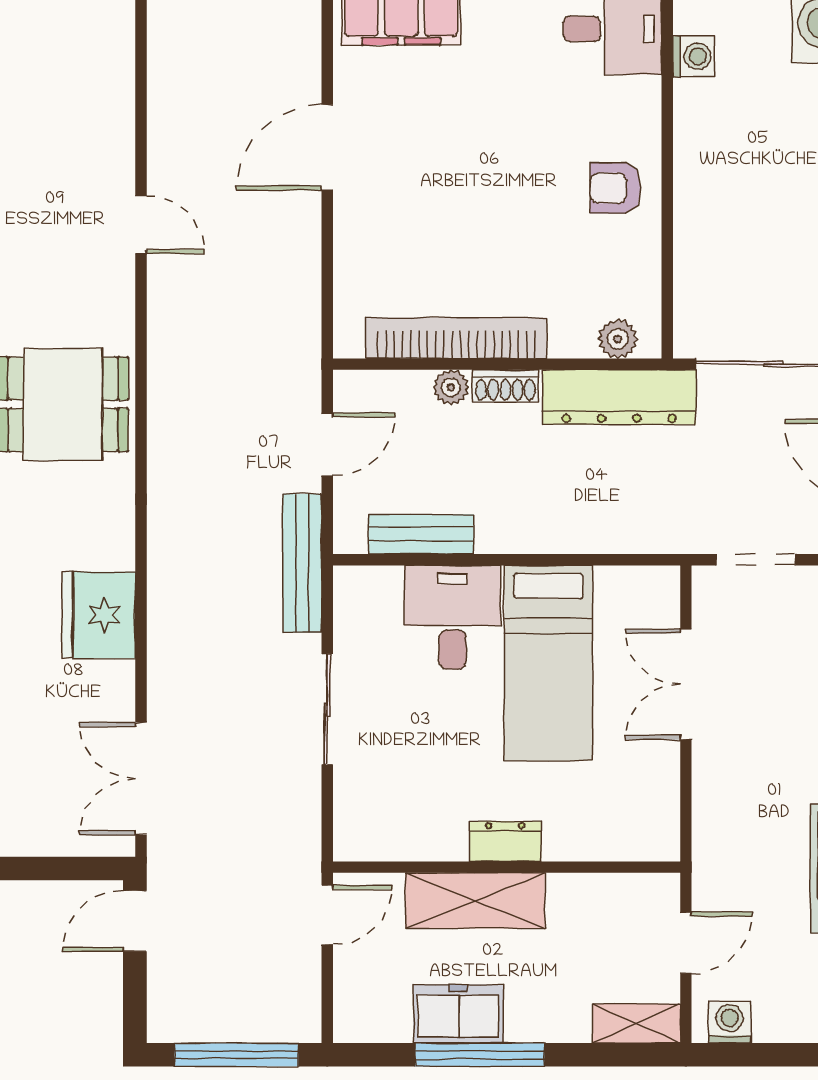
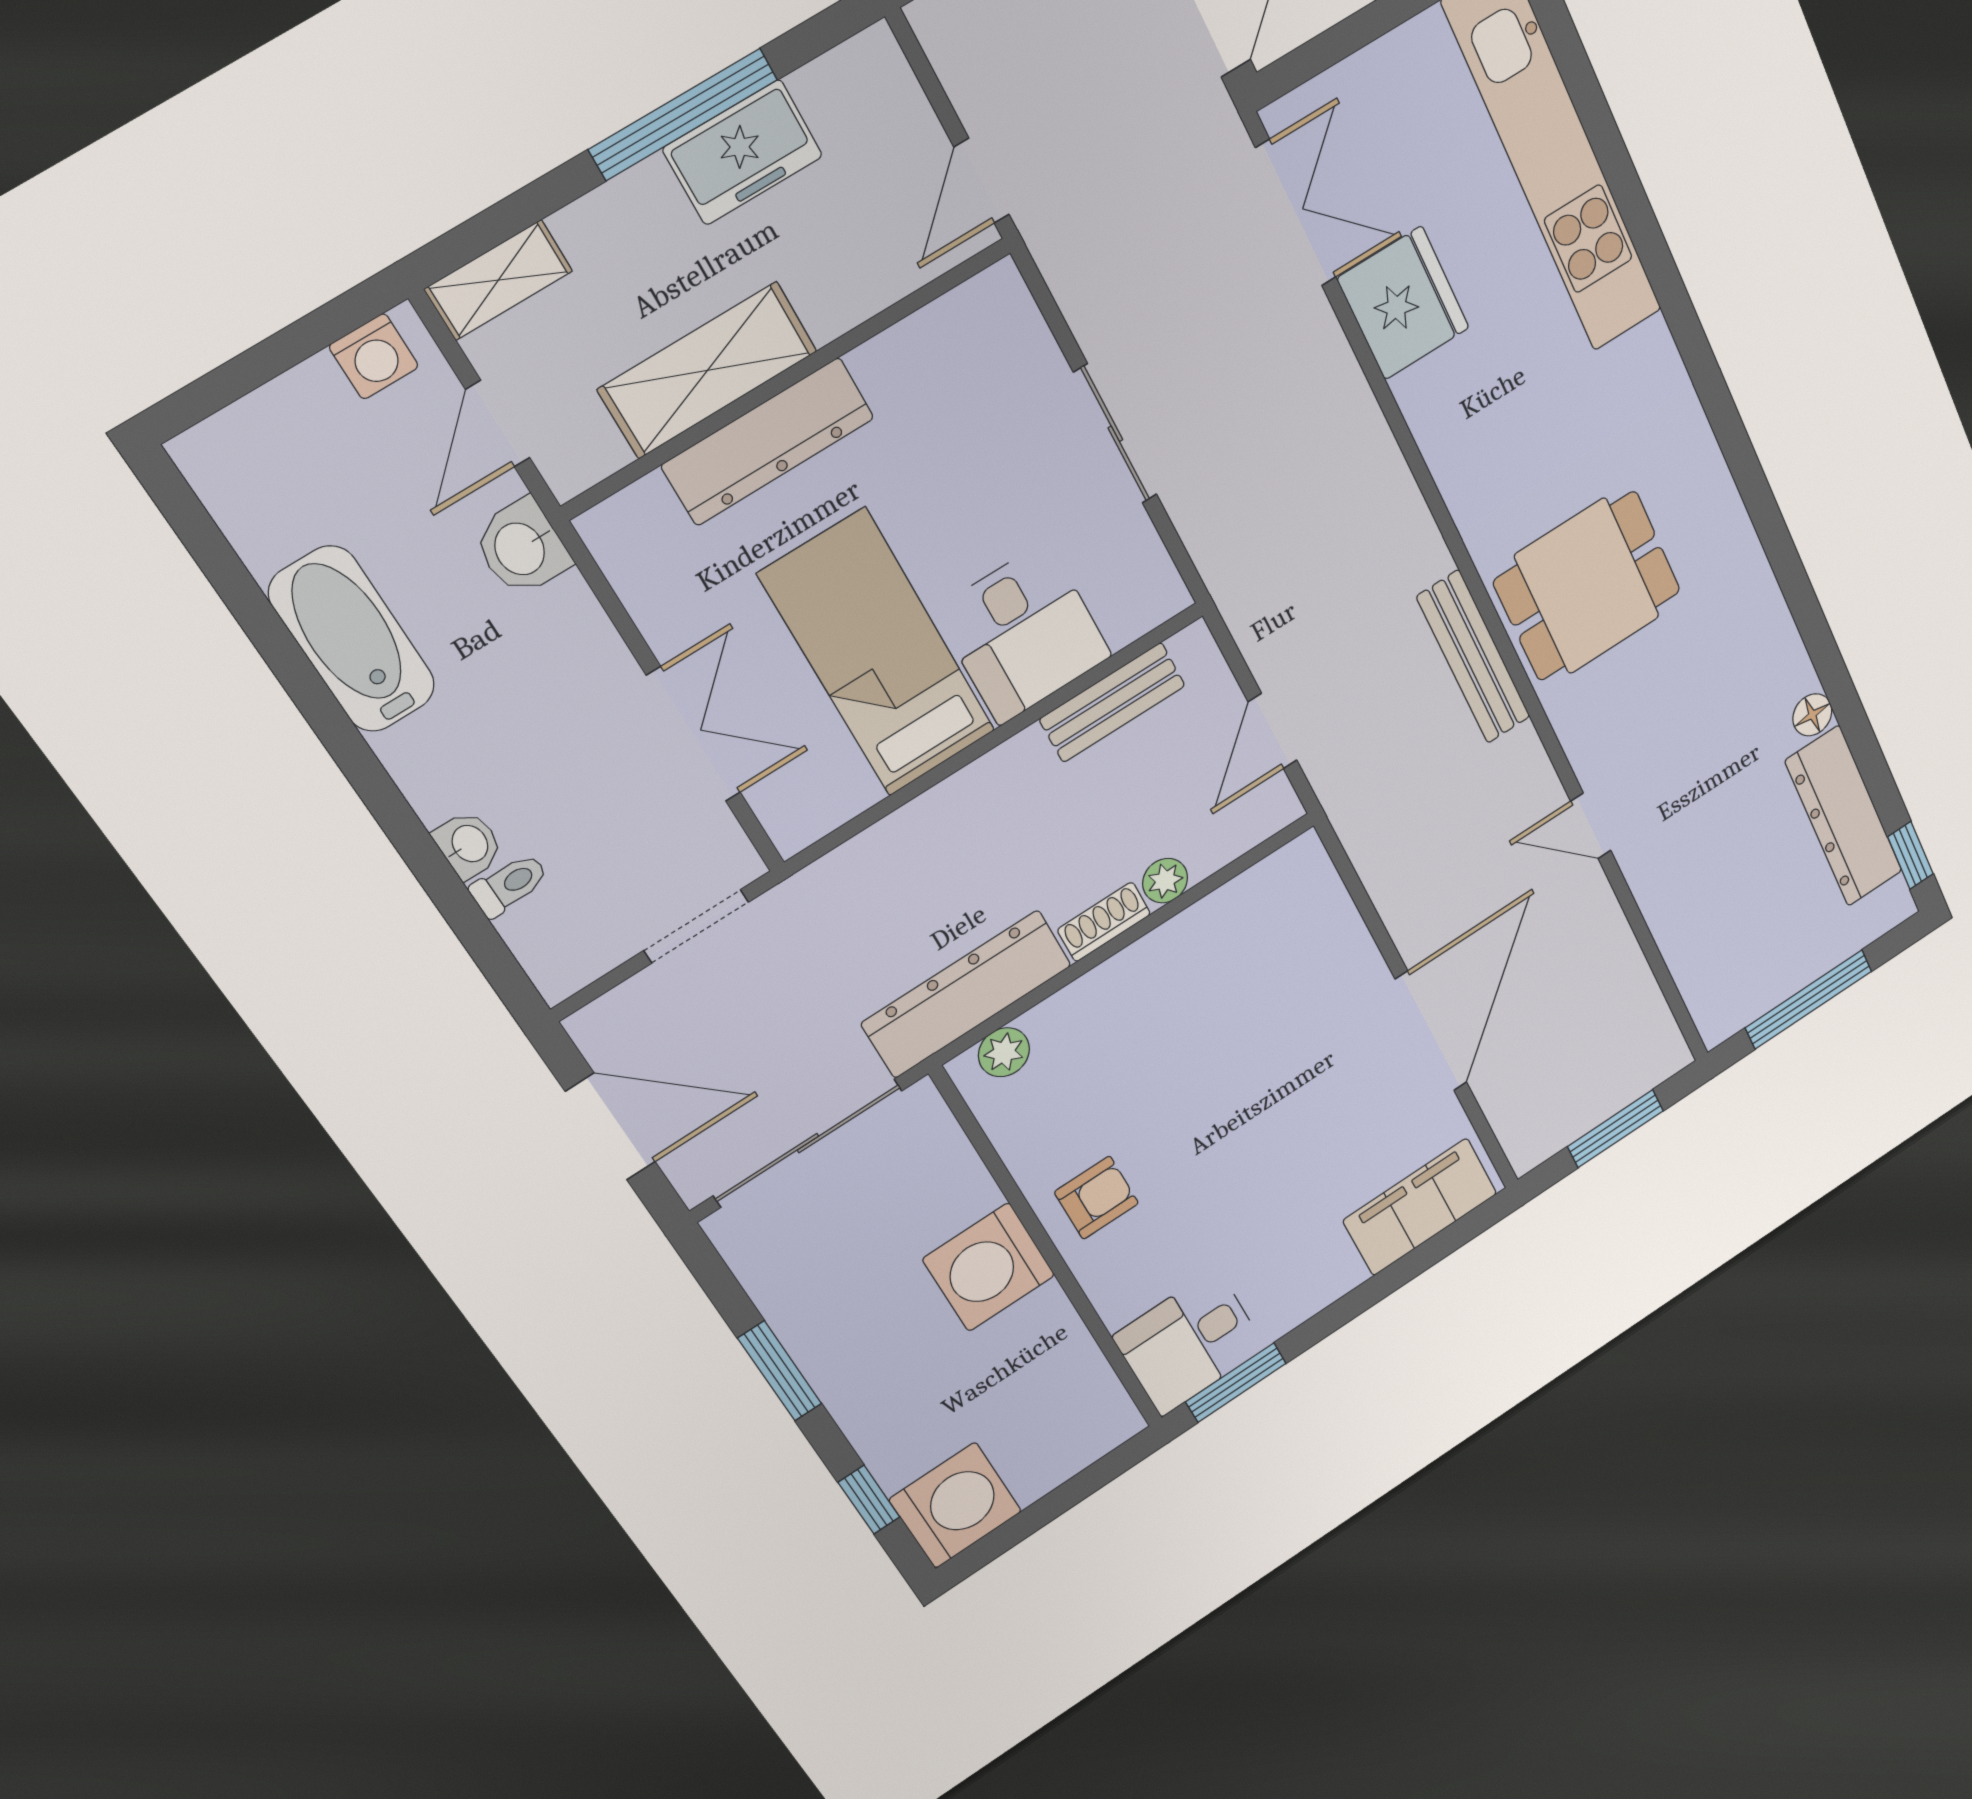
washing machine: (693, 56) -> (989, 1267), moved, width x1.89, depth x1.89
door: (327, 147) -> (1431, 1031), width x1.36
bookcase: (456, 338) -> (1187, 935), removed
bench: (302, 563) -> (1474, 657), moved
fridge: (99, 615) -> (1403, 303), moved
dresser: (505, 841) -> (768, 442), width x1.96, depth x1.24
washbasin: (716, 862) -> (521, 548), added
shelving: (475, 901) -> (708, 370), moved

